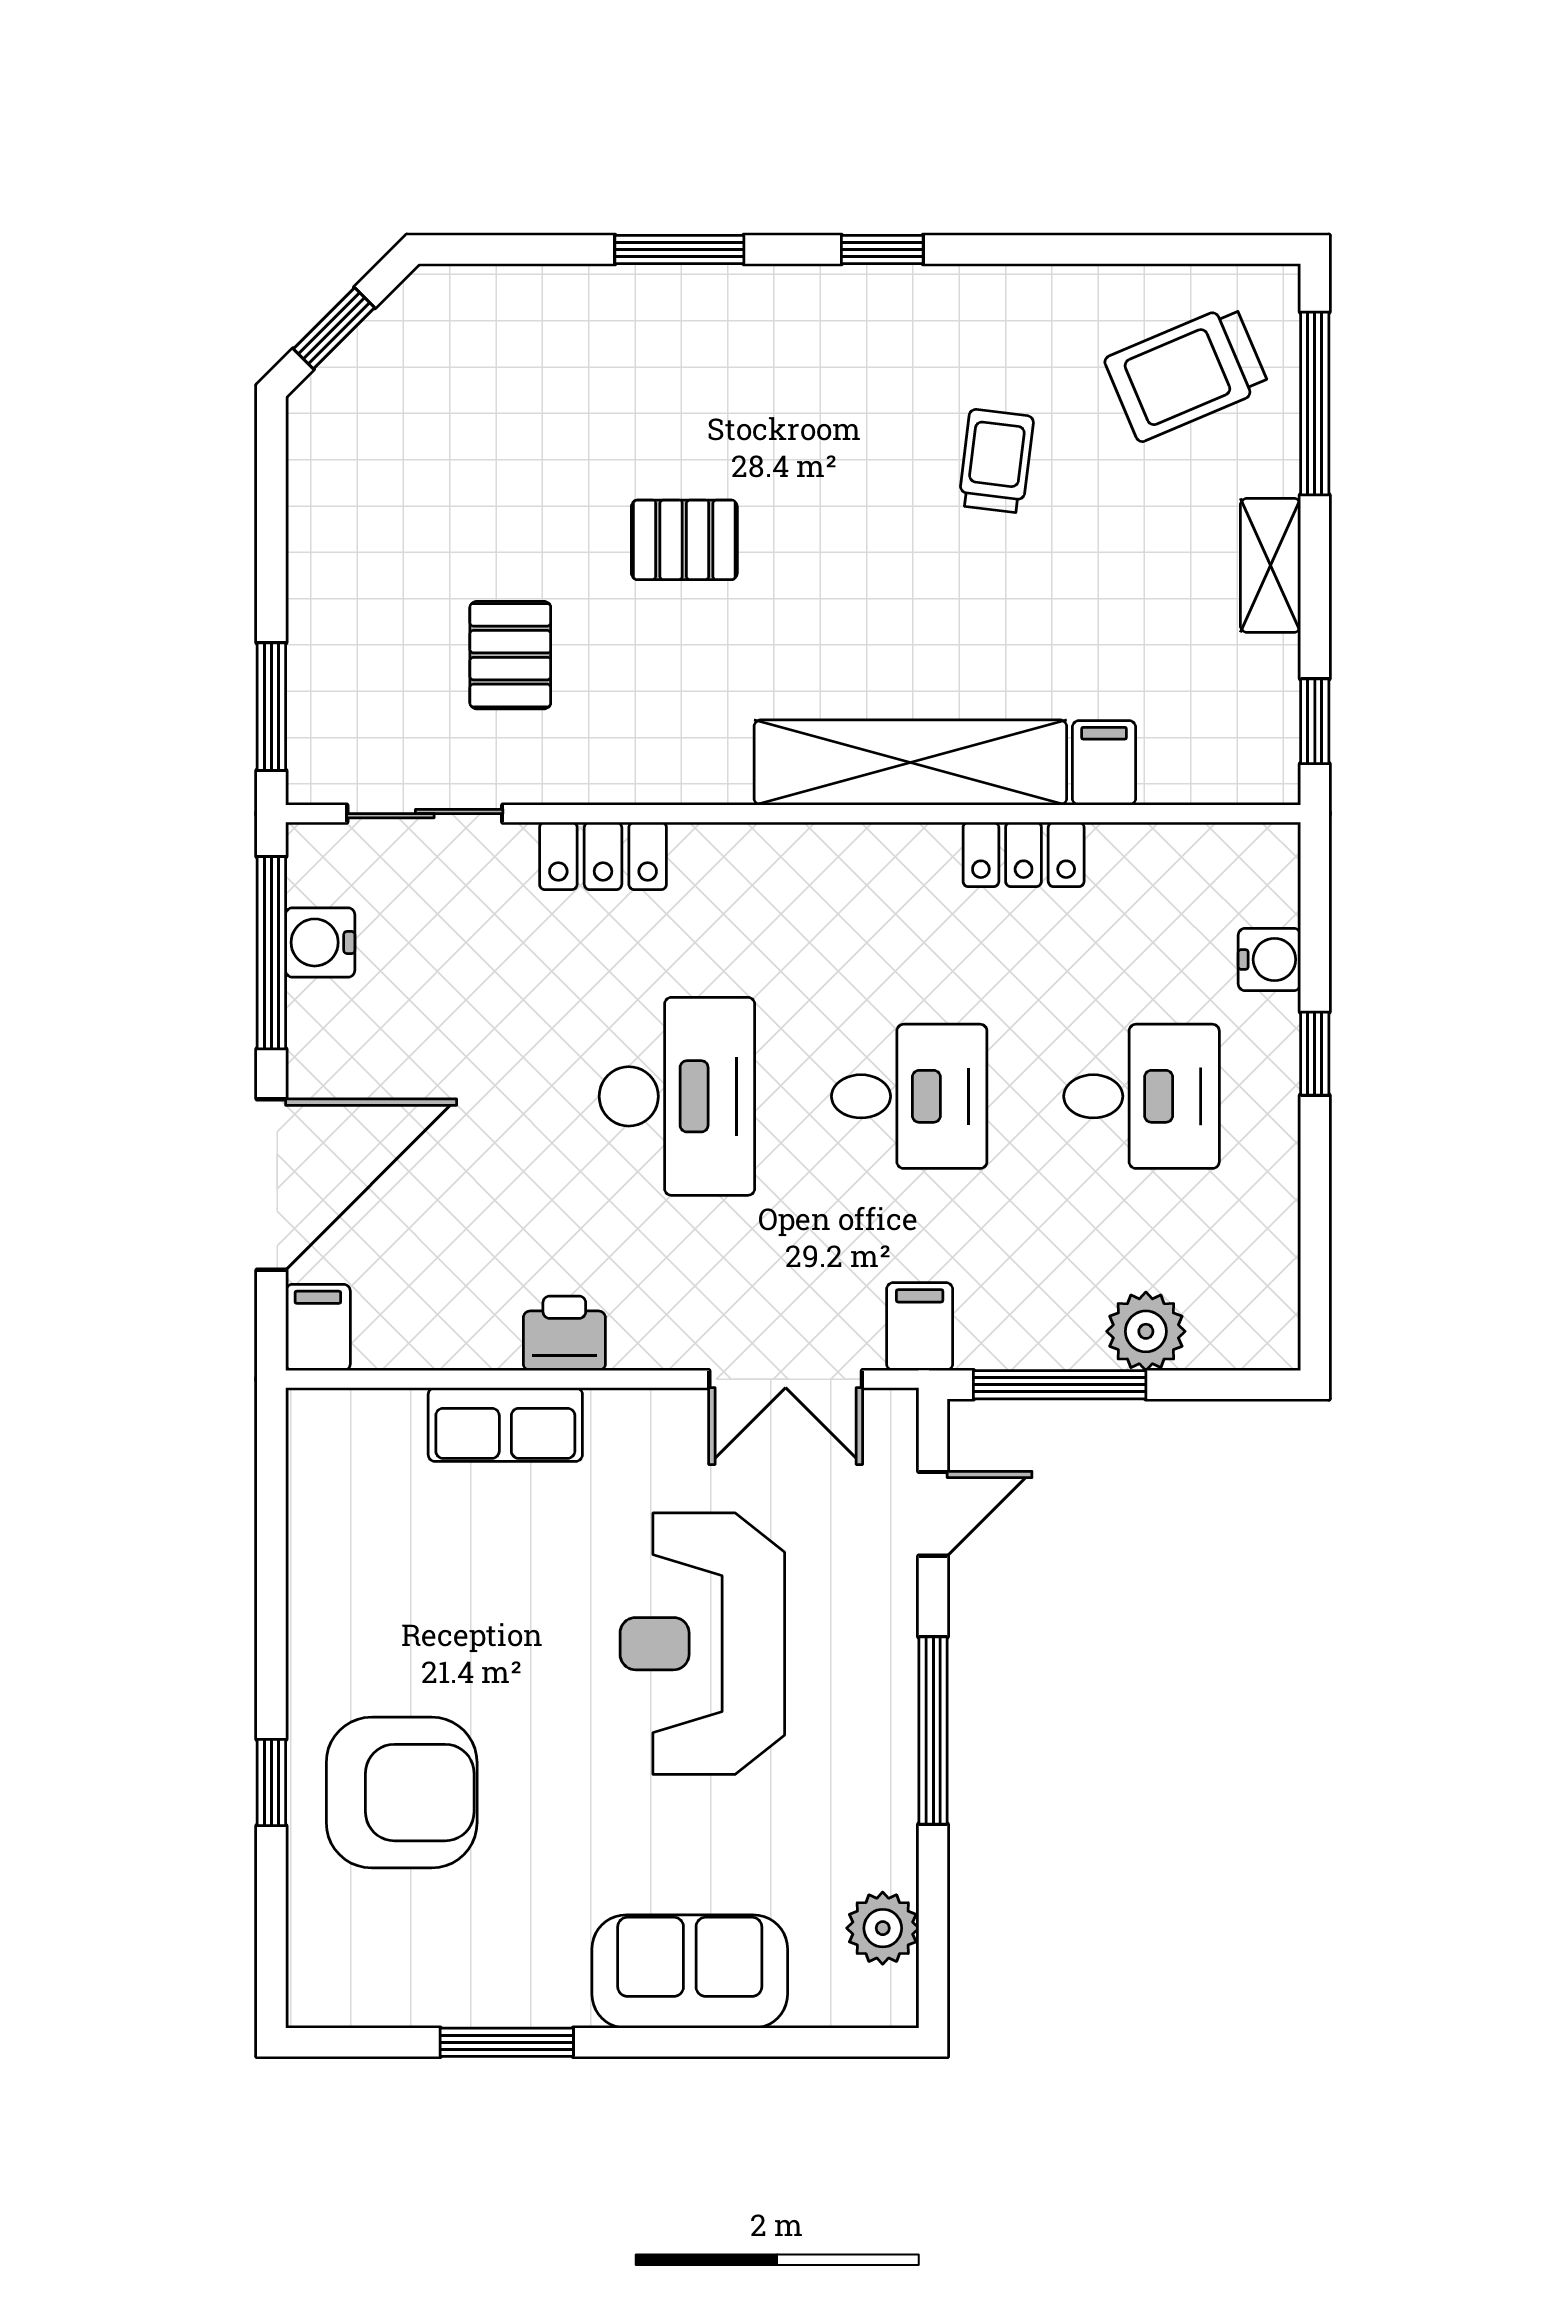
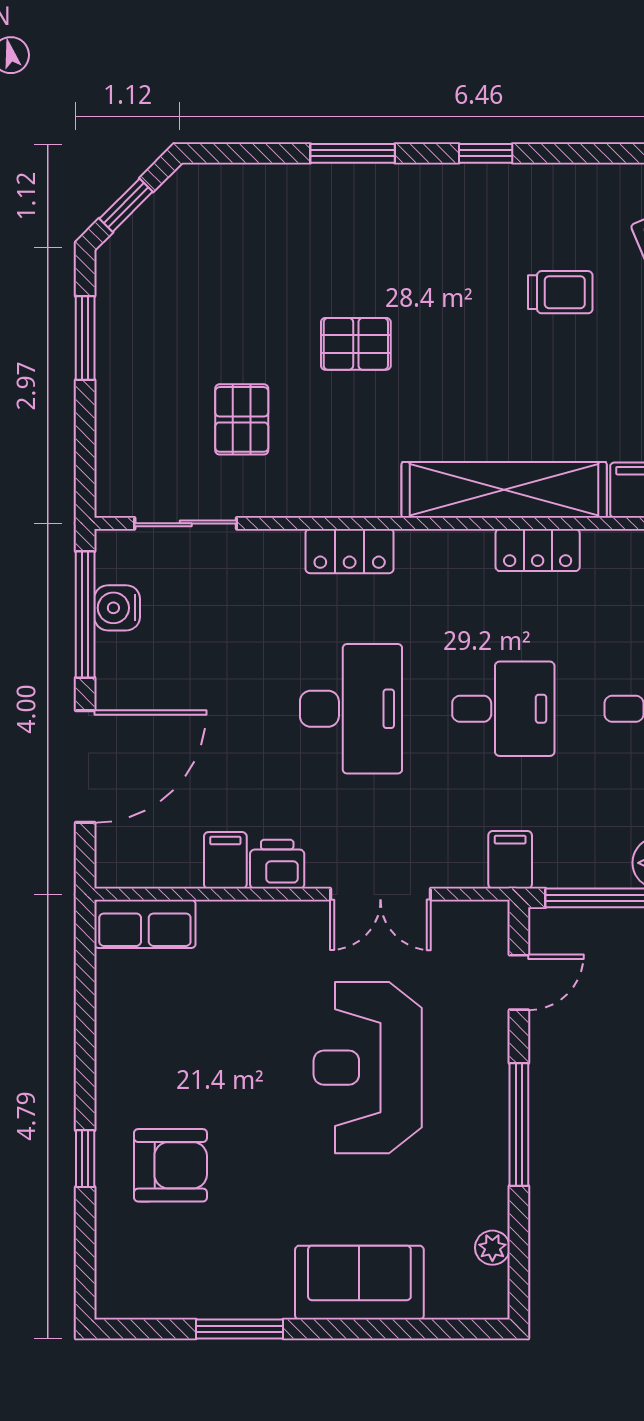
trolley: (996, 461) -> (560, 292), turned 83
window: (271, 707) -> (85, 338), moved
locker: (1024, 854) -> (538, 550), moved
locker: (603, 856) -> (350, 551), moved
filing cabinet: (318, 1327) -> (225, 860), moved
double door: (786, 1379) -> (380, 894), moved
row of seats: (505, 1425) -> (145, 924), moved
armchair: (402, 1793) -> (170, 1165), width x0.73, depth x0.73
plant: (883, 1928) -> (492, 1248), width x0.73, depth x0.73

